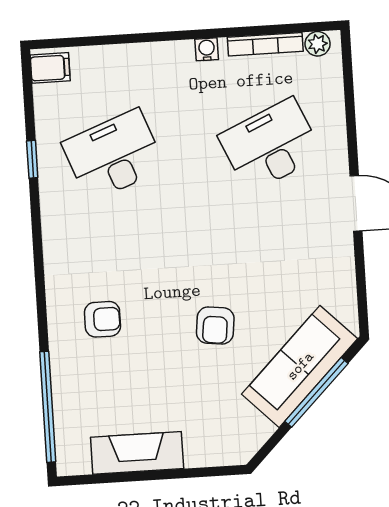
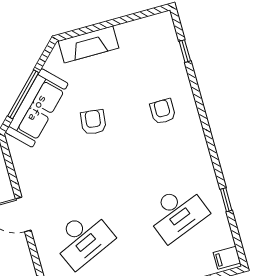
armchair: (102, 319) -> (163, 111), turned 90
window: (48, 407) -> (185, 51), width x0.32
fireplace: (137, 453) -> (88, 44), moved

